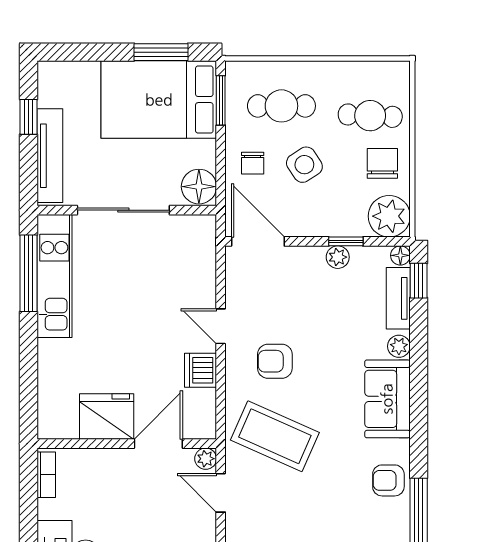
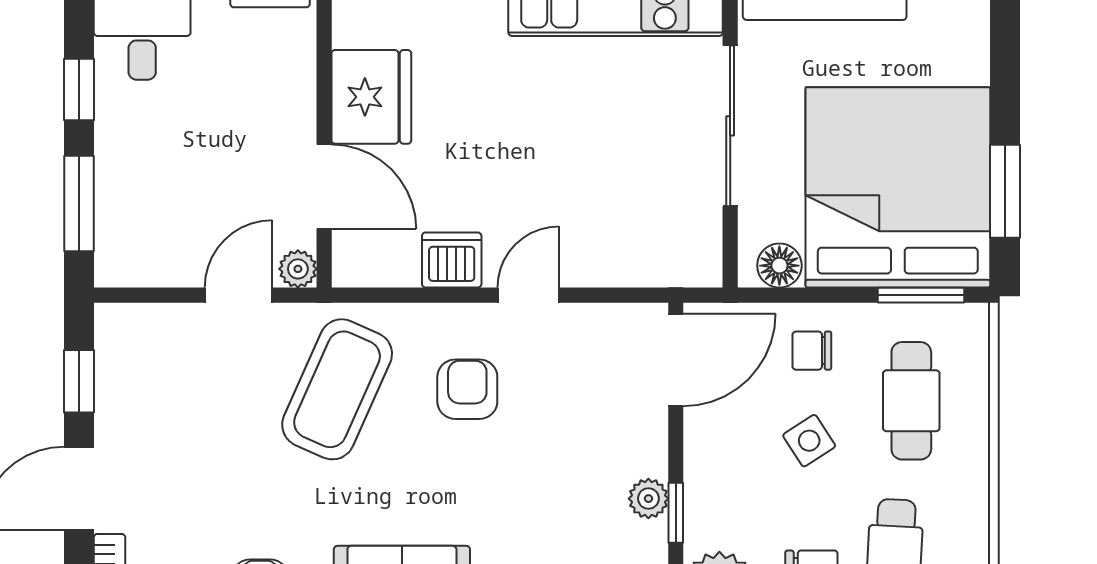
bed: (159, 100) -> (898, 187), width x1.36
side table: (304, 165) -> (809, 441), width x0.73, depth x0.73
floor lamp: (199, 187) -> (779, 266), width x0.73, depth x0.73

